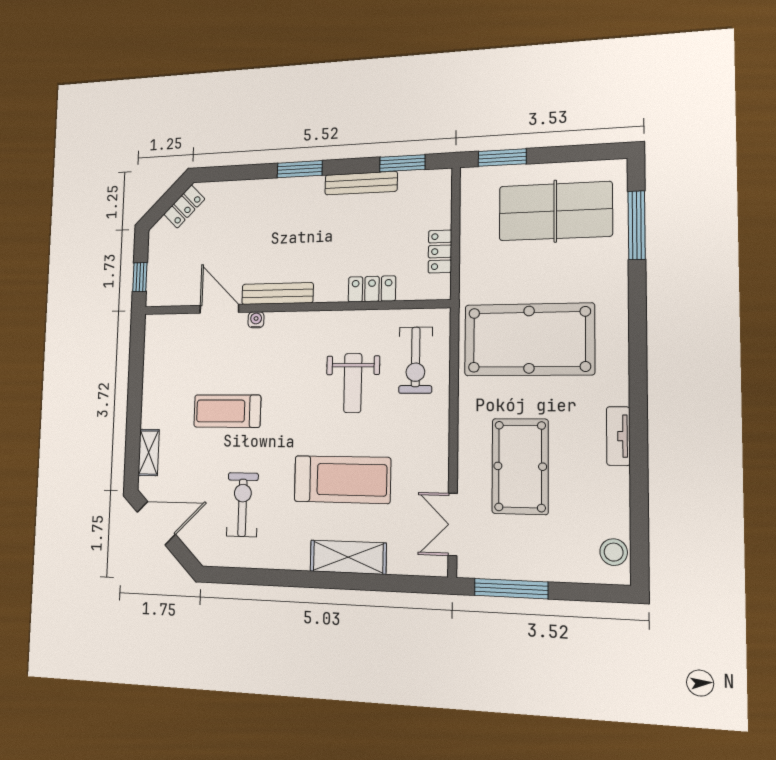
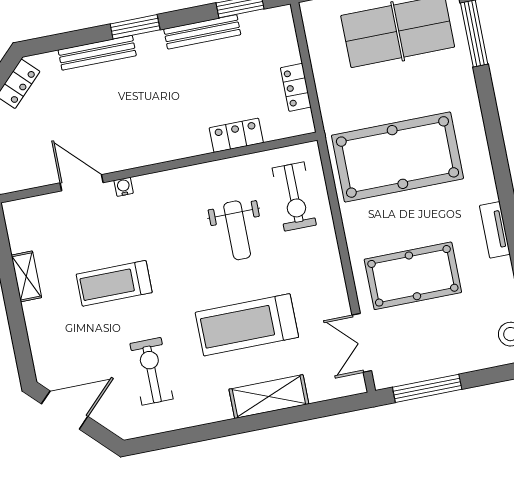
bench: (277, 294) -> (97, 53), moved
shelving: (149, 452) -> (26, 276), moved
pool table: (520, 466) -> (413, 276), turned 90
treadmill: (342, 480) -> (247, 325), turned 180

